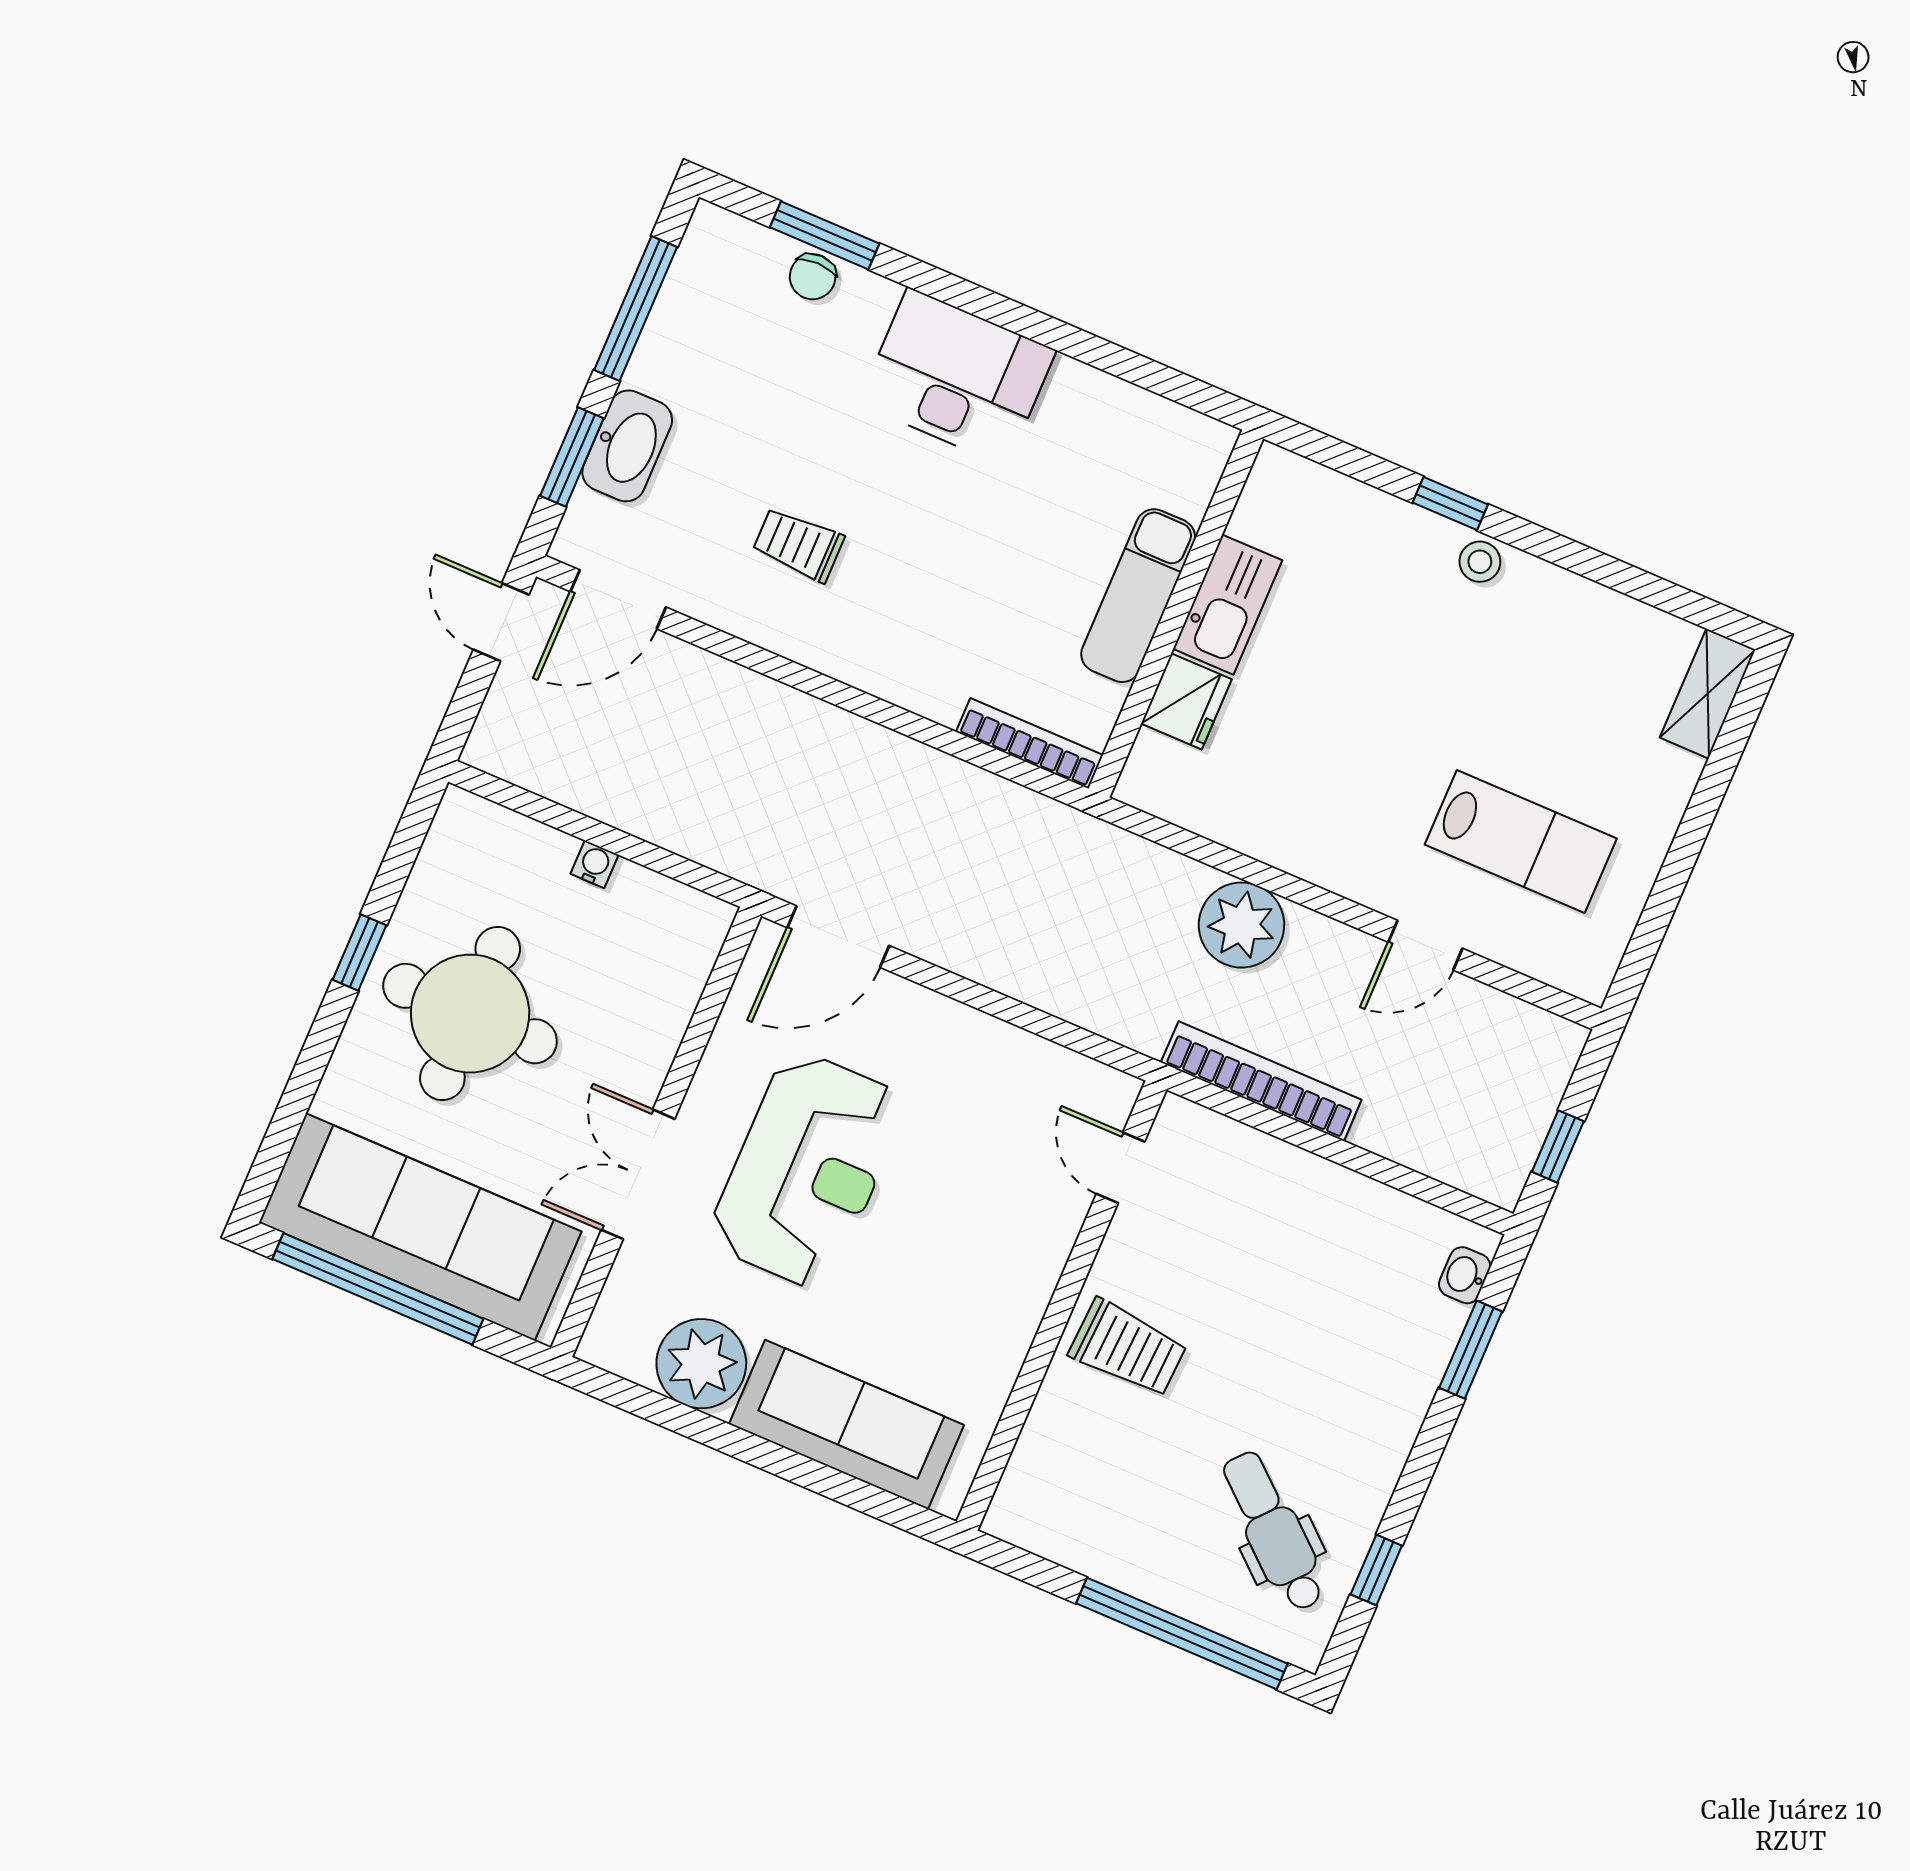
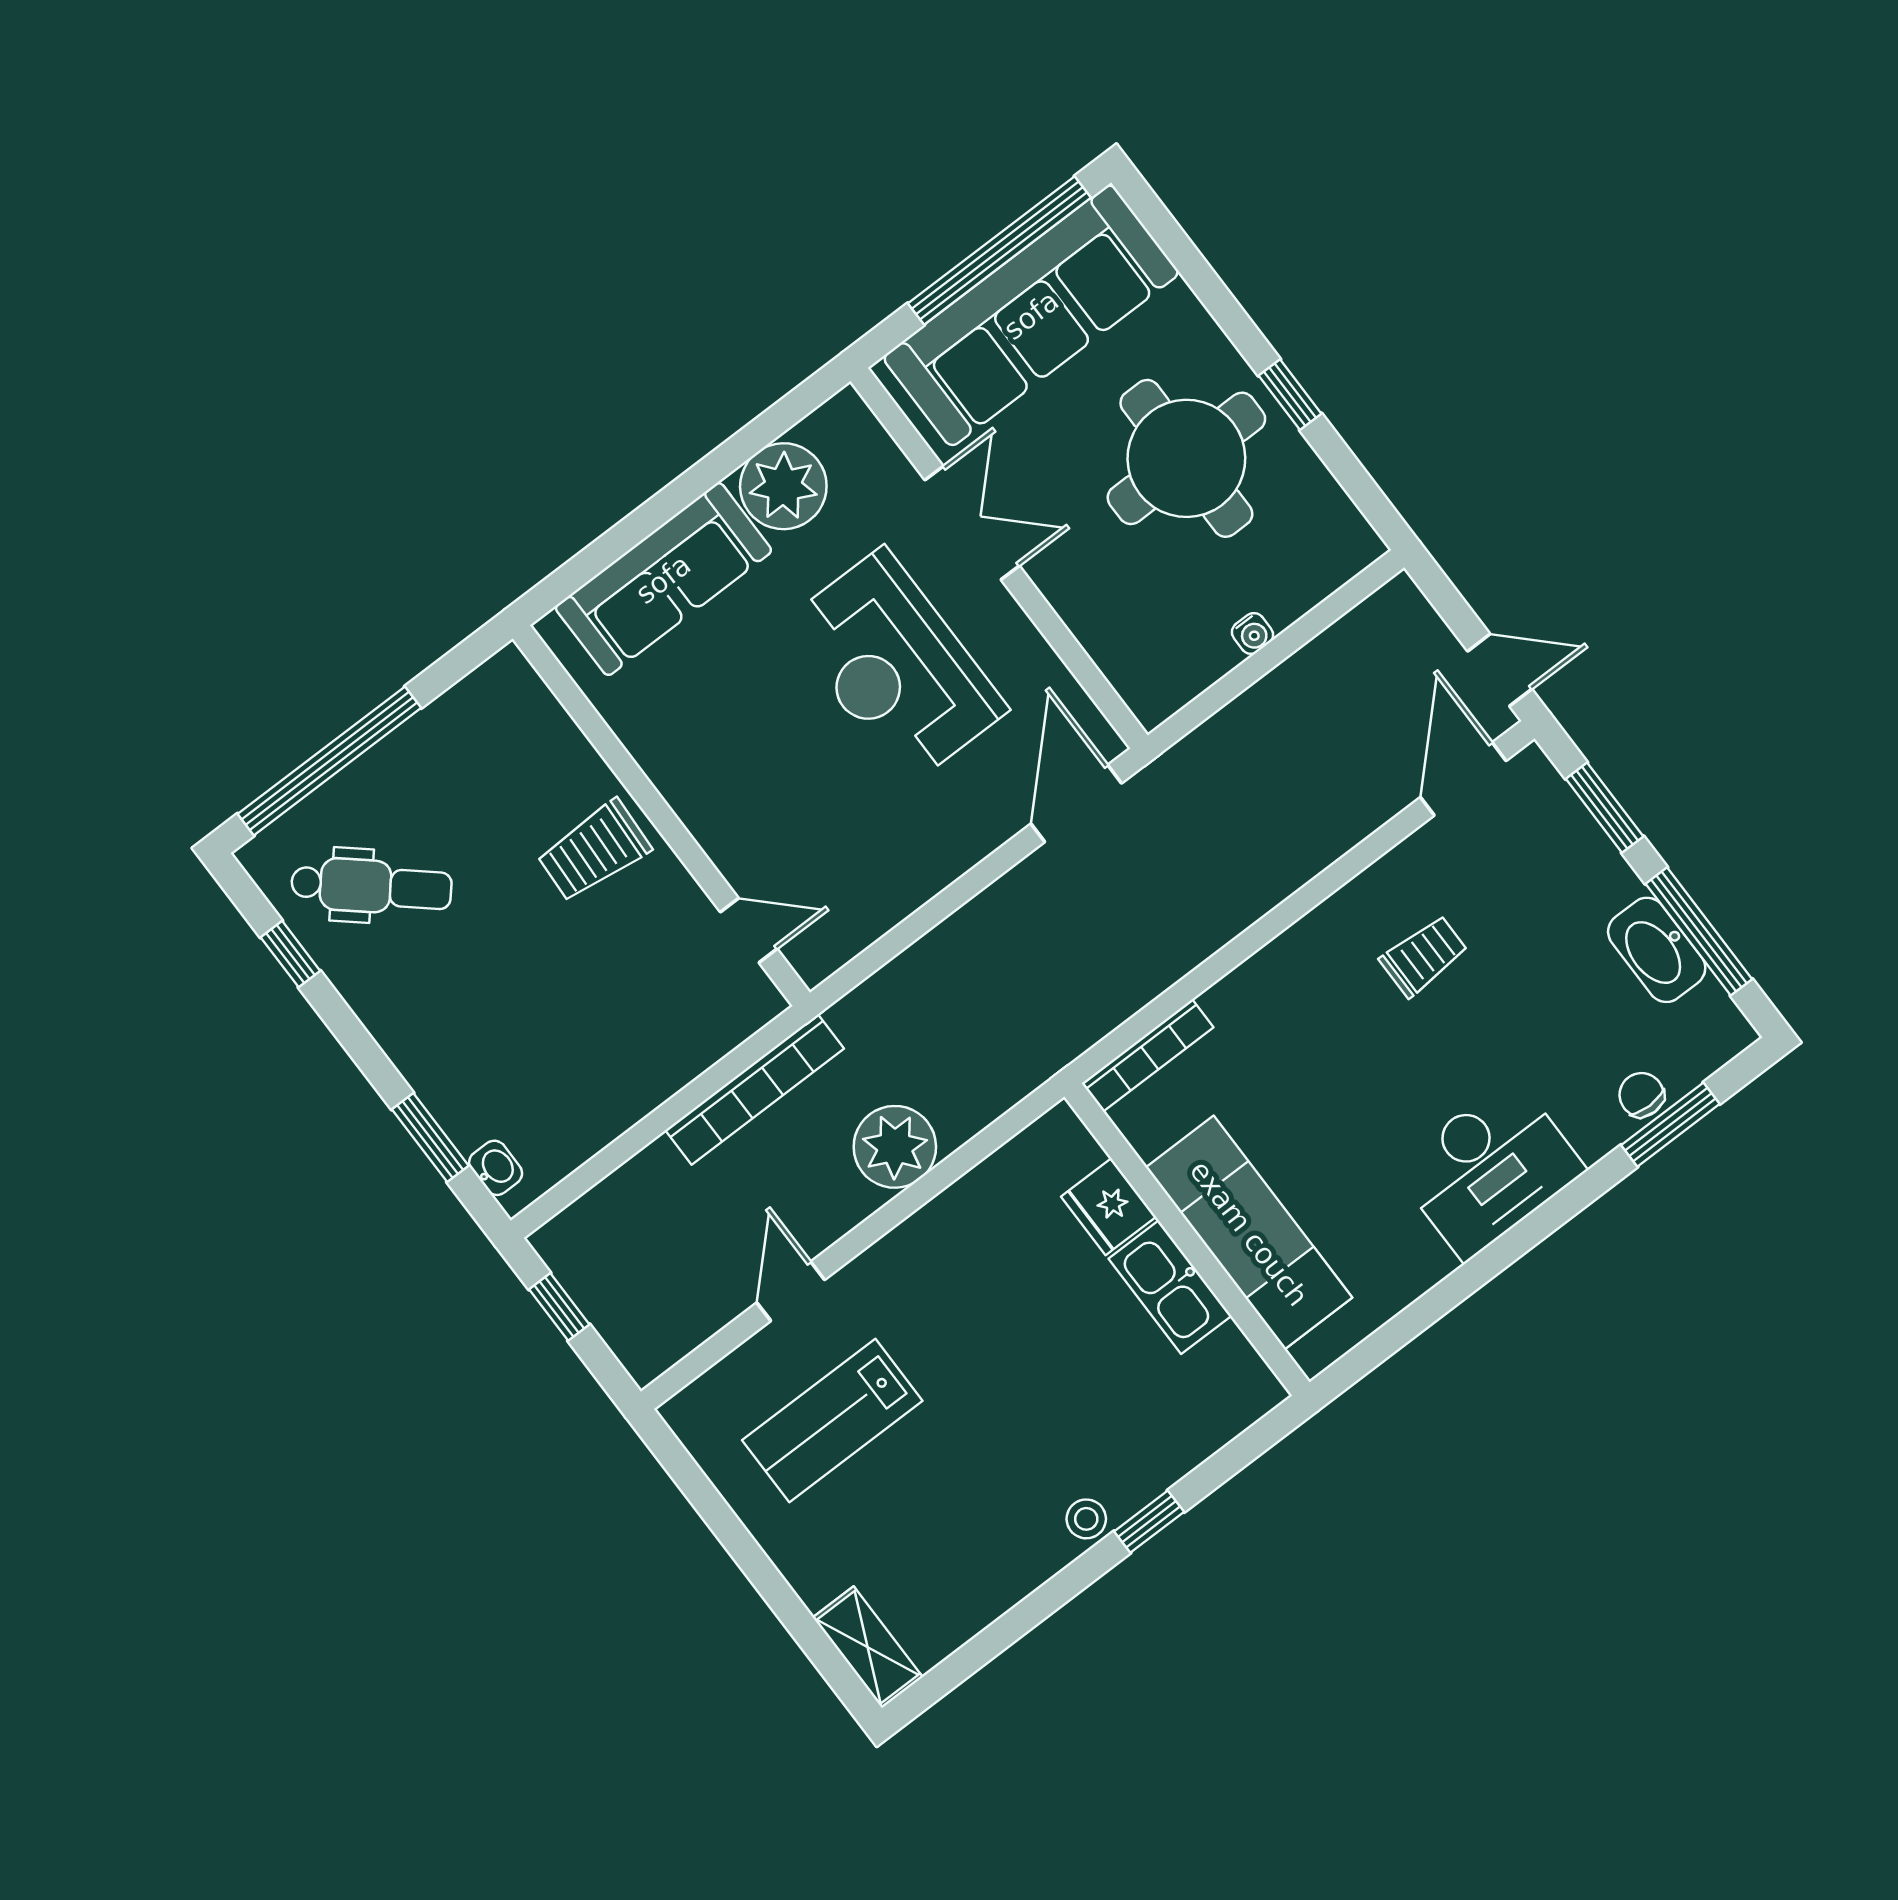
washbasin: (627, 446) -> (1657, 950), moved
exam couch: (1138, 596) -> (1249, 1233), width x1.36, depth x1.45

